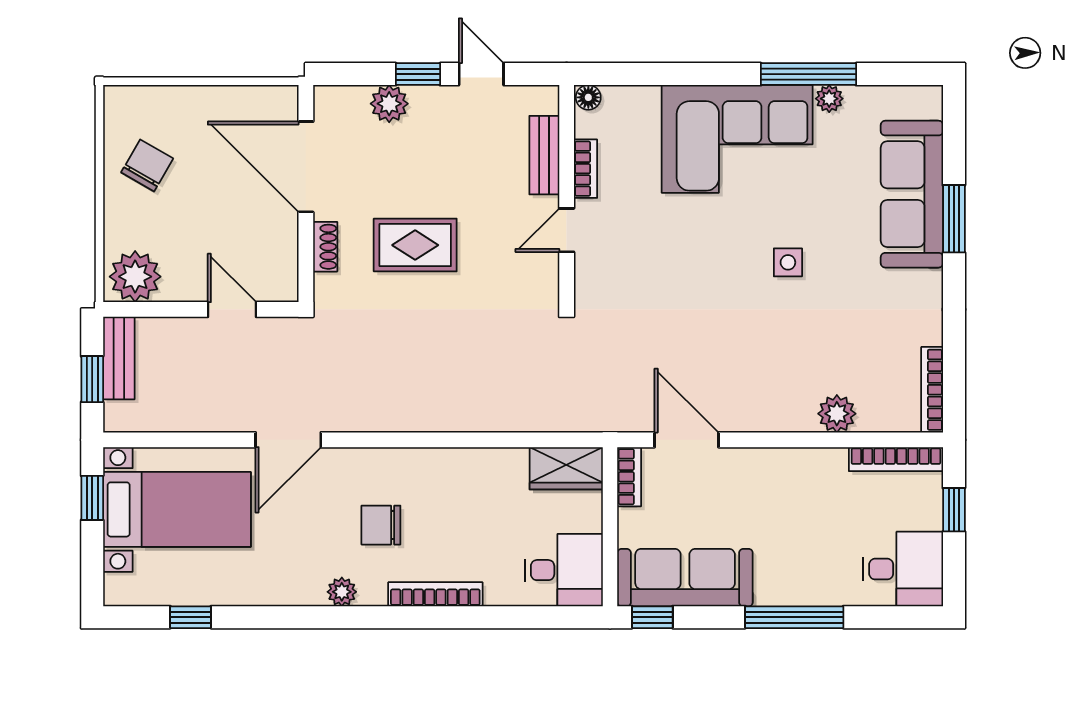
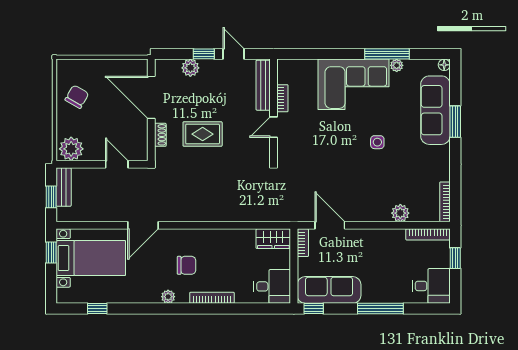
floor lamp: (588, 97) -> (444, 65), moved
bench: (544, 155) -> (263, 85), width x1.36
chair: (381, 525) -> (186, 265), turned 180

